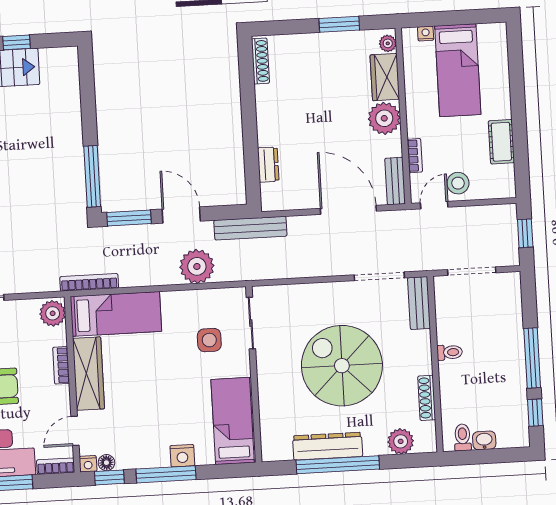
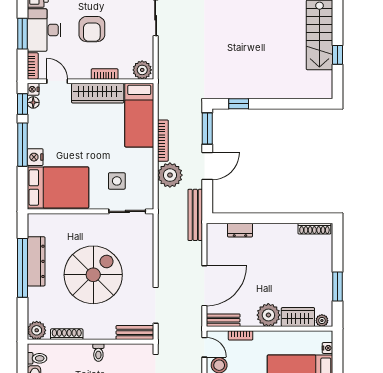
window: (92, 176) -> (239, 104), width x0.46
bookcase: (89, 282) -> (163, 141), moved
bed: (233, 421) -> (58, 187), width x1.50
plant: (401, 441) -> (37, 330), moved

